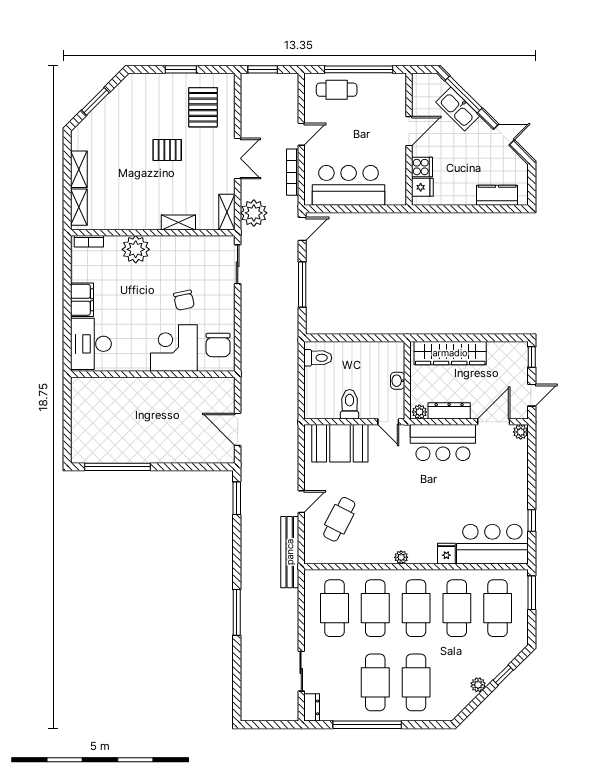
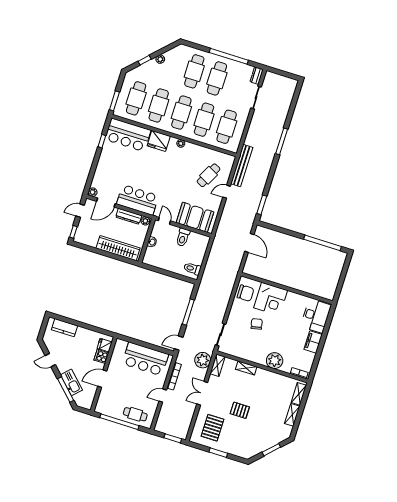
chair: (218, 345) -> (246, 293), turned 90
fridge: (446, 554) -> (159, 141), width x1.88, depth x1.34

